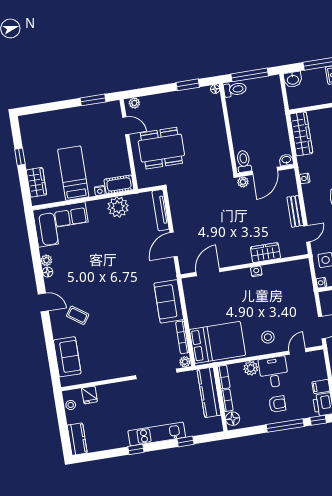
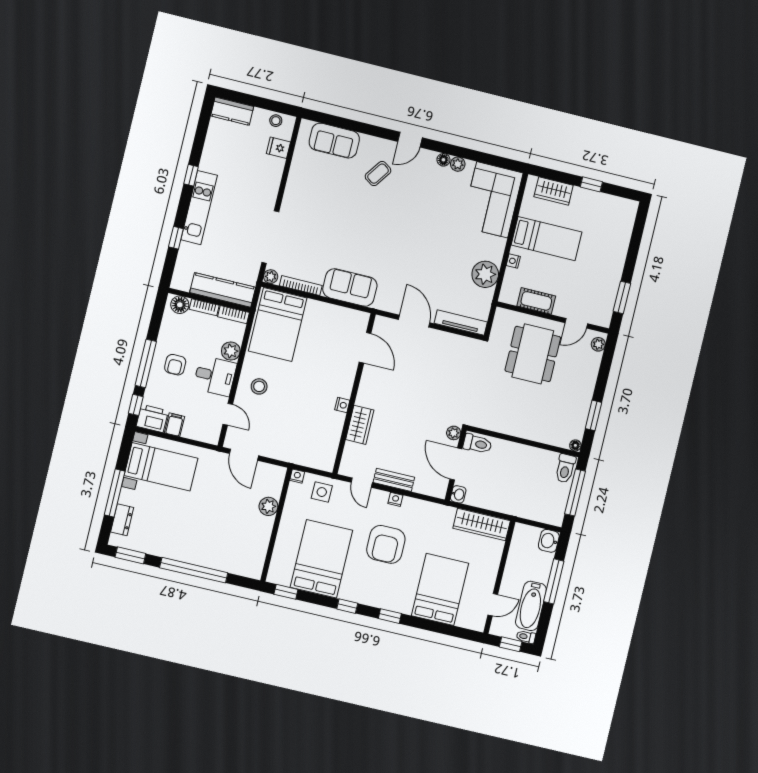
nightstand: (305, 178) -> (395, 499), moved
cot: (119, 184) -> (536, 301), moved, turned 90

